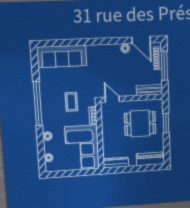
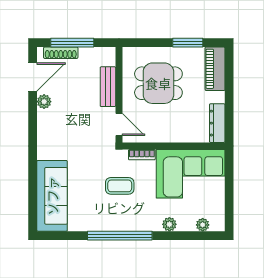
bench: (149, 90) -> (108, 87), moved
door: (112, 99) -> (119, 124), swing flipped
dining table: (140, 123) -> (158, 83), turned 90
window: (166, 123) -> (188, 43), moved

